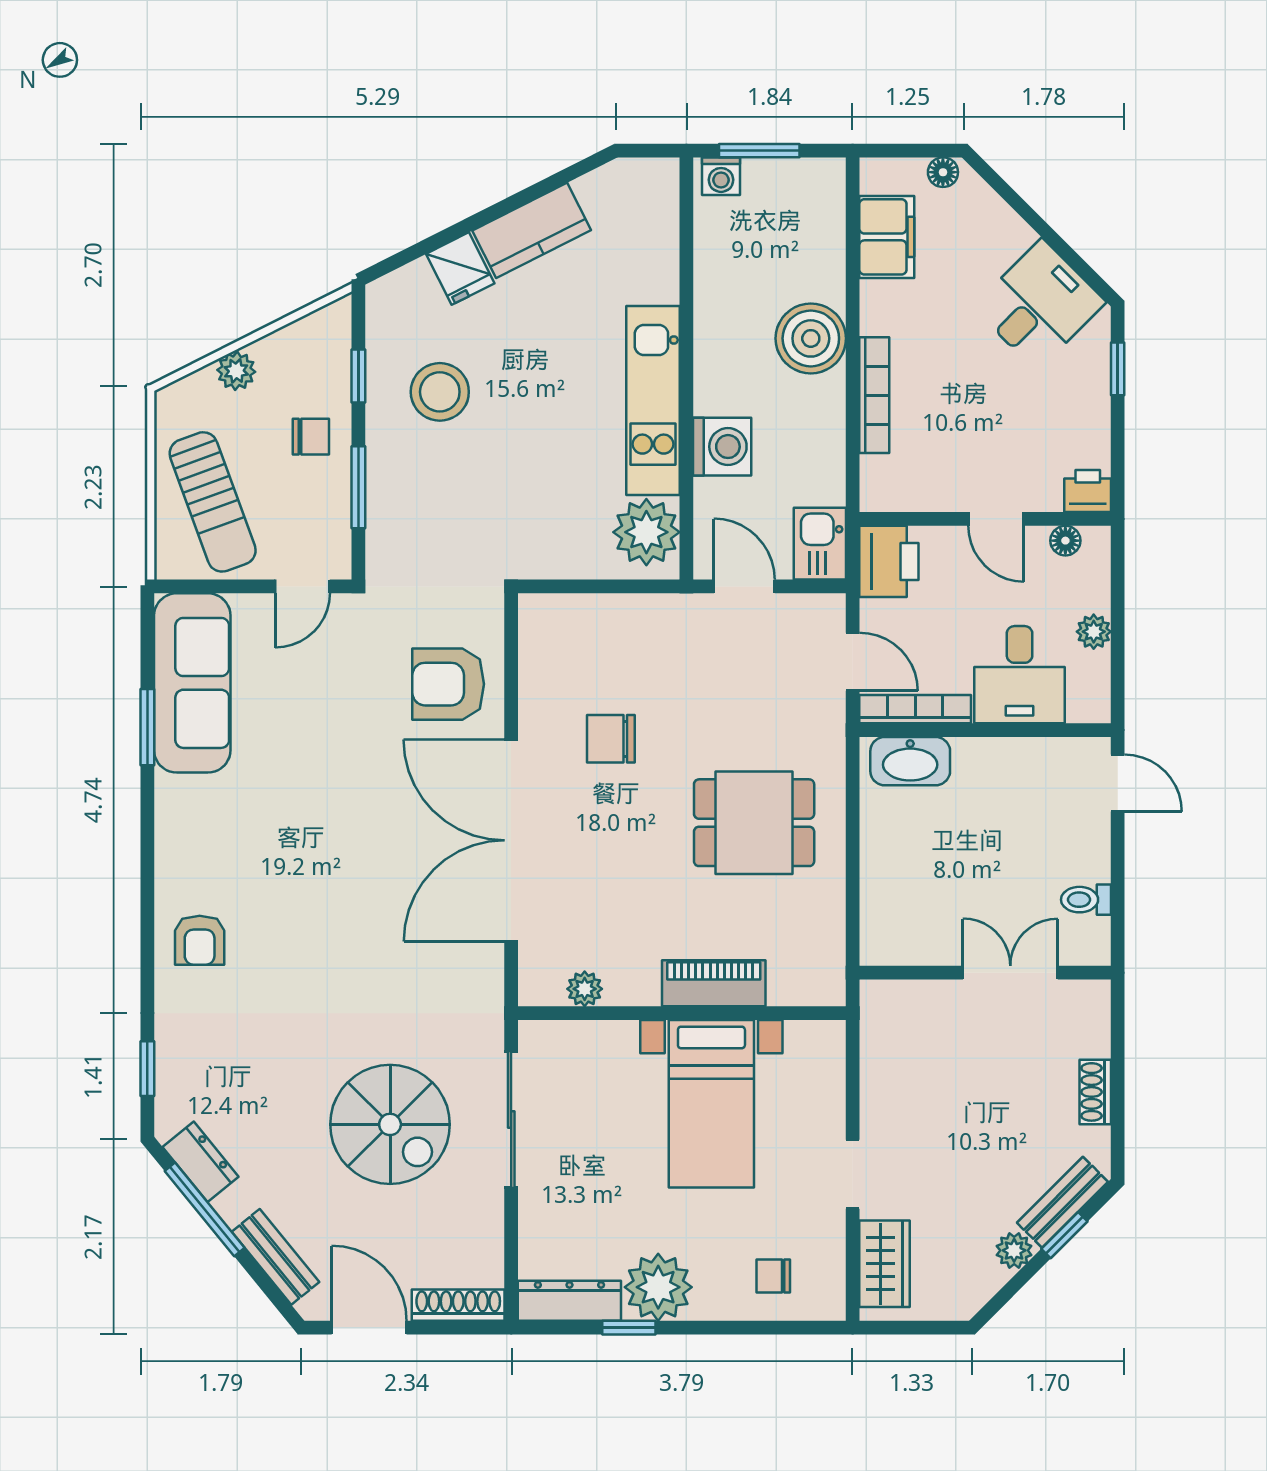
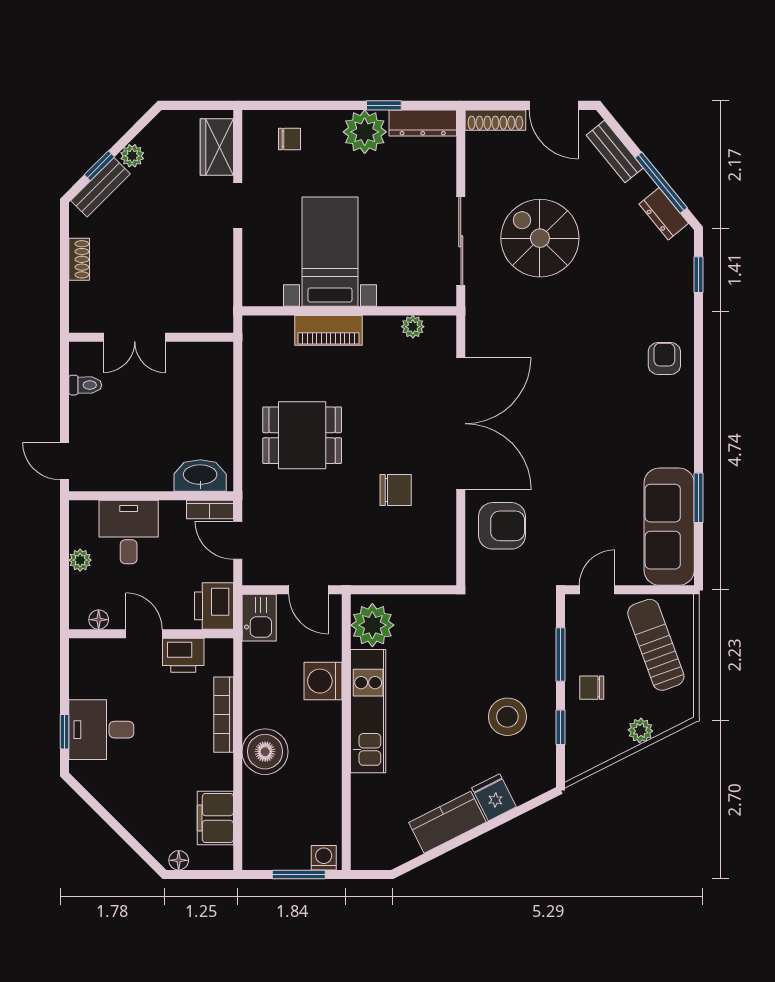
desk: (1039, 305) -> (101, 730), moved, turned 45
printer: (1088, 491) -> (183, 655), moved, width x1.36, depth x1.24
bookcase: (915, 709) -> (210, 509), width x0.64

